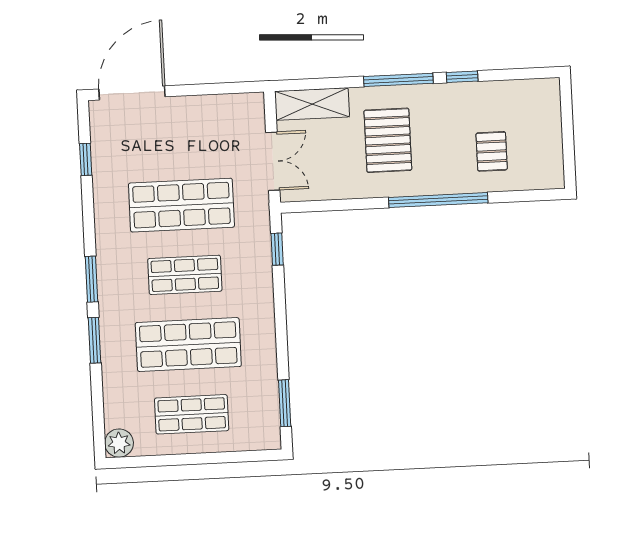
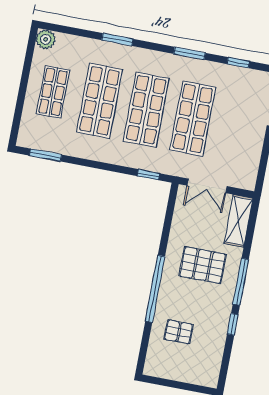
shop shelf: (185, 275) -> (146, 110), width x1.43, depth x1.36
window: (92, 279) -> (190, 53), moved

